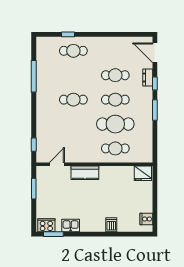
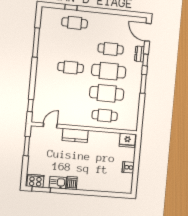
cafe table: (115, 100) -> (109, 71), width x1.37, depth x1.35
cooker: (146, 219) -> (128, 167), moved
dishwasher: (111, 225) -> (72, 183), moved

